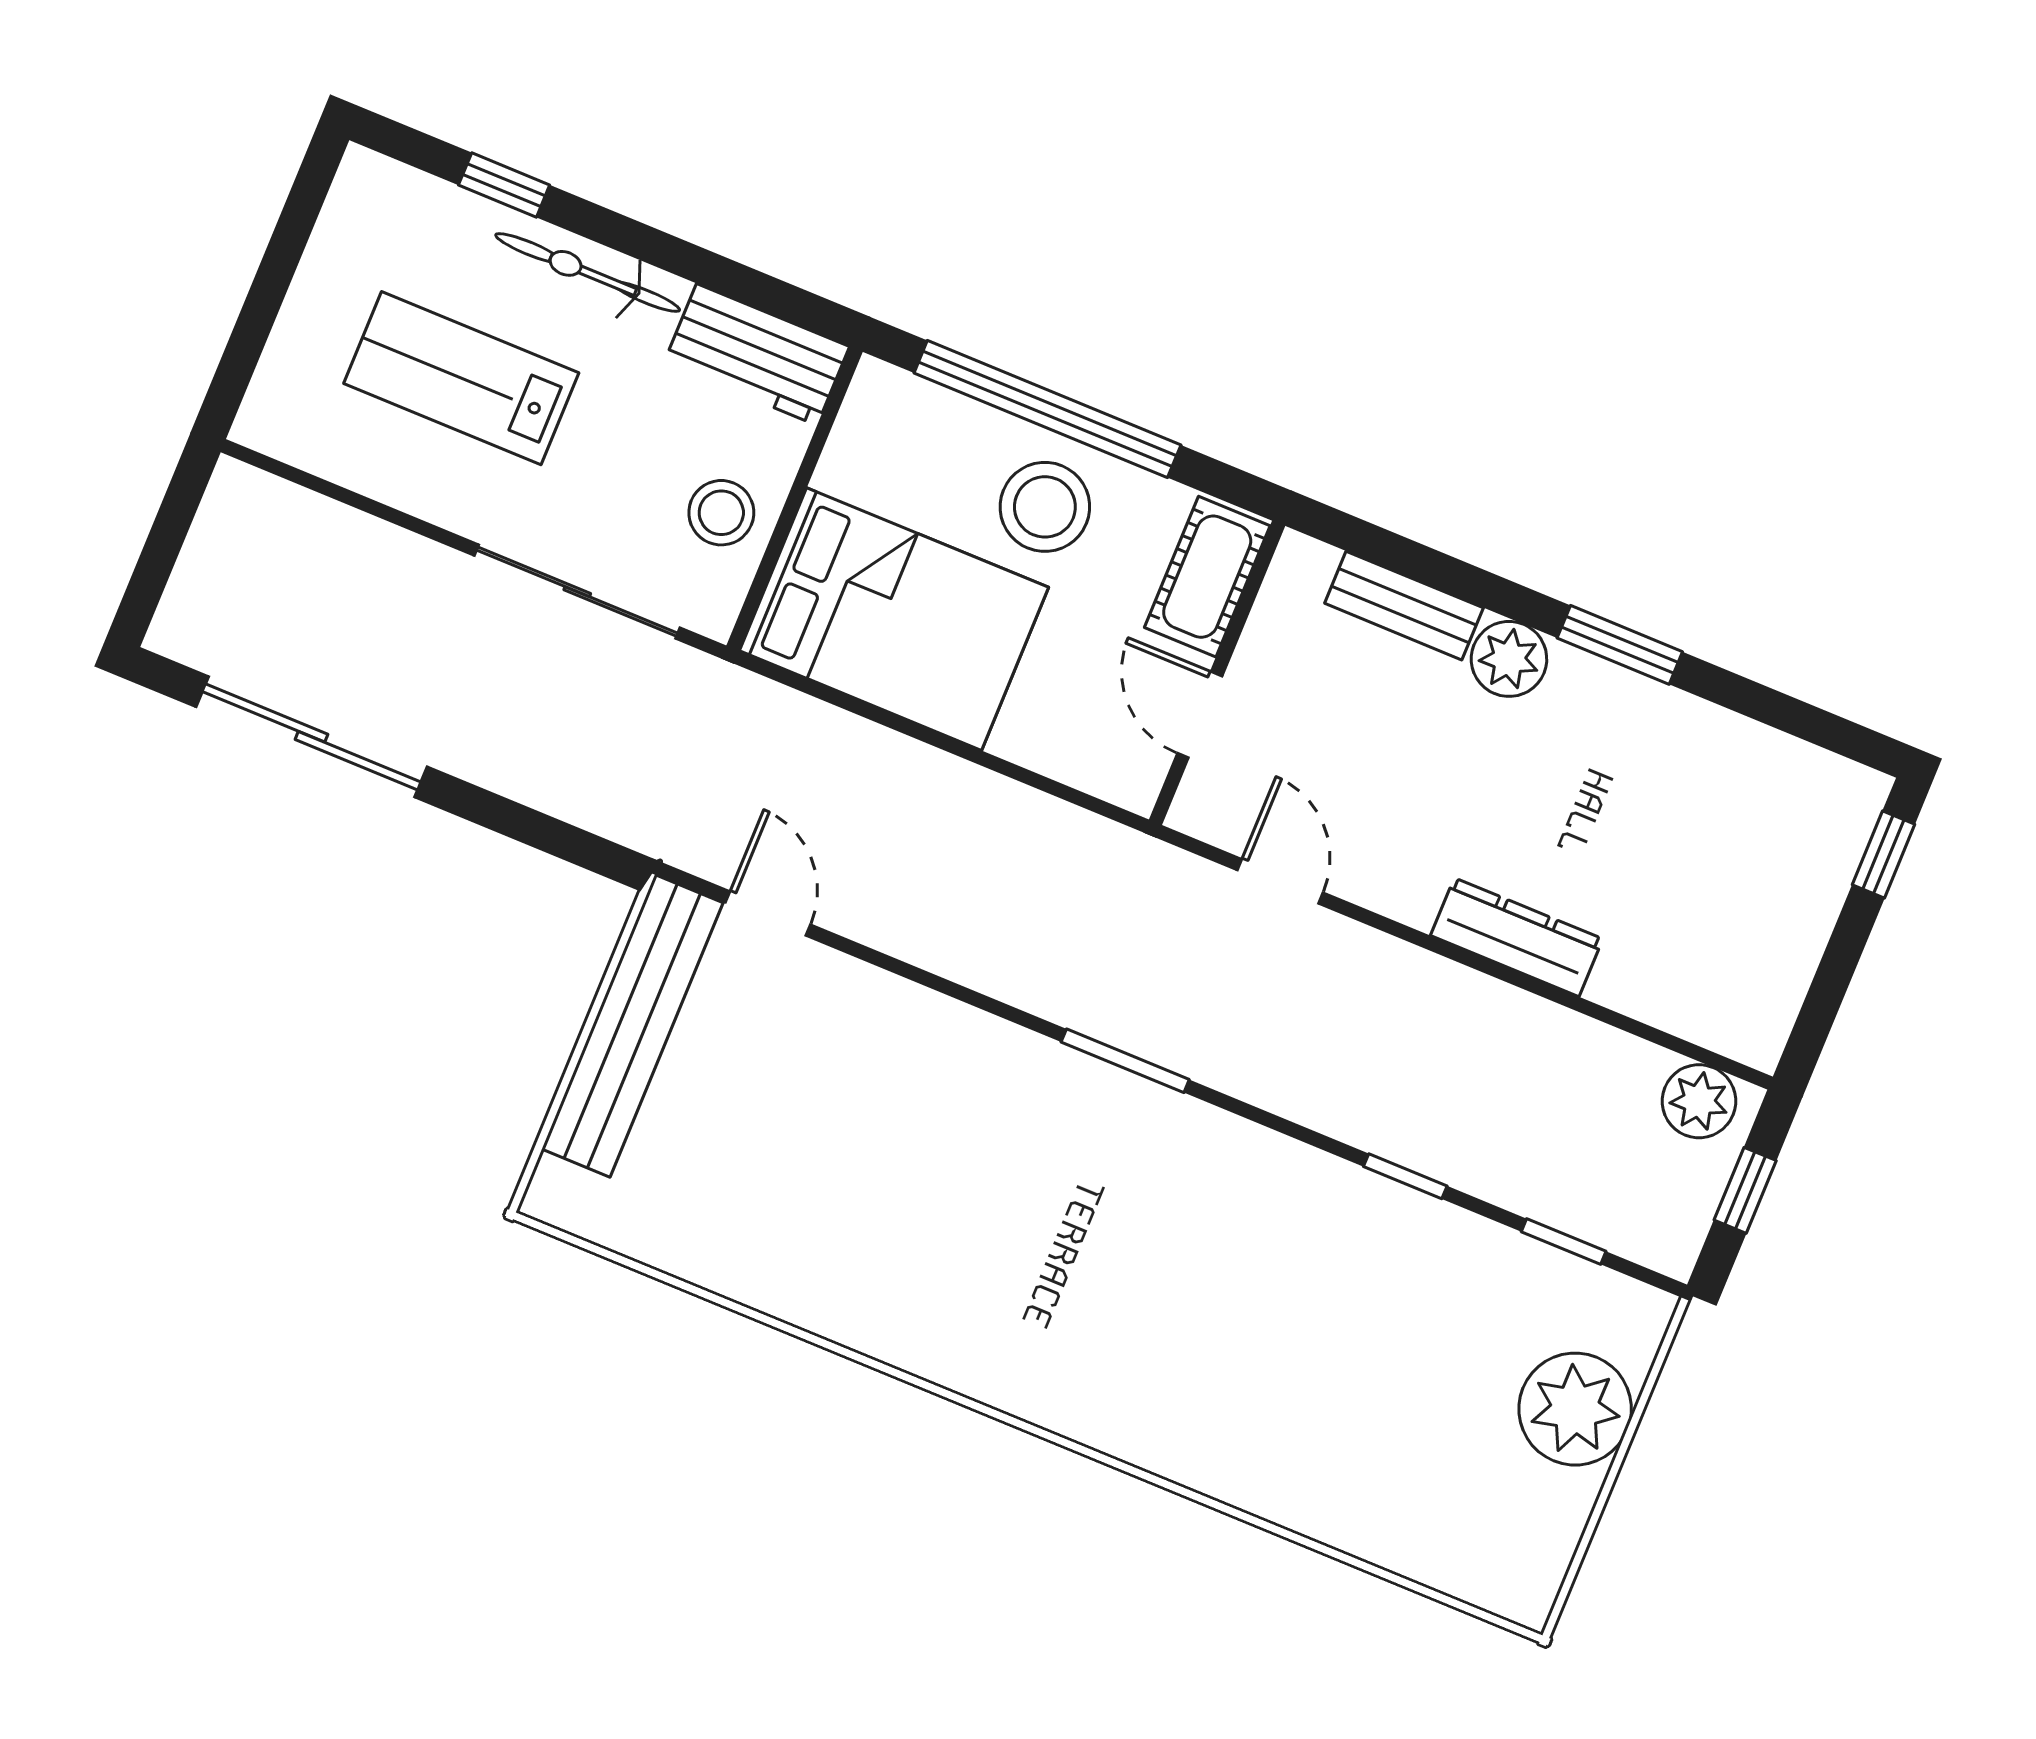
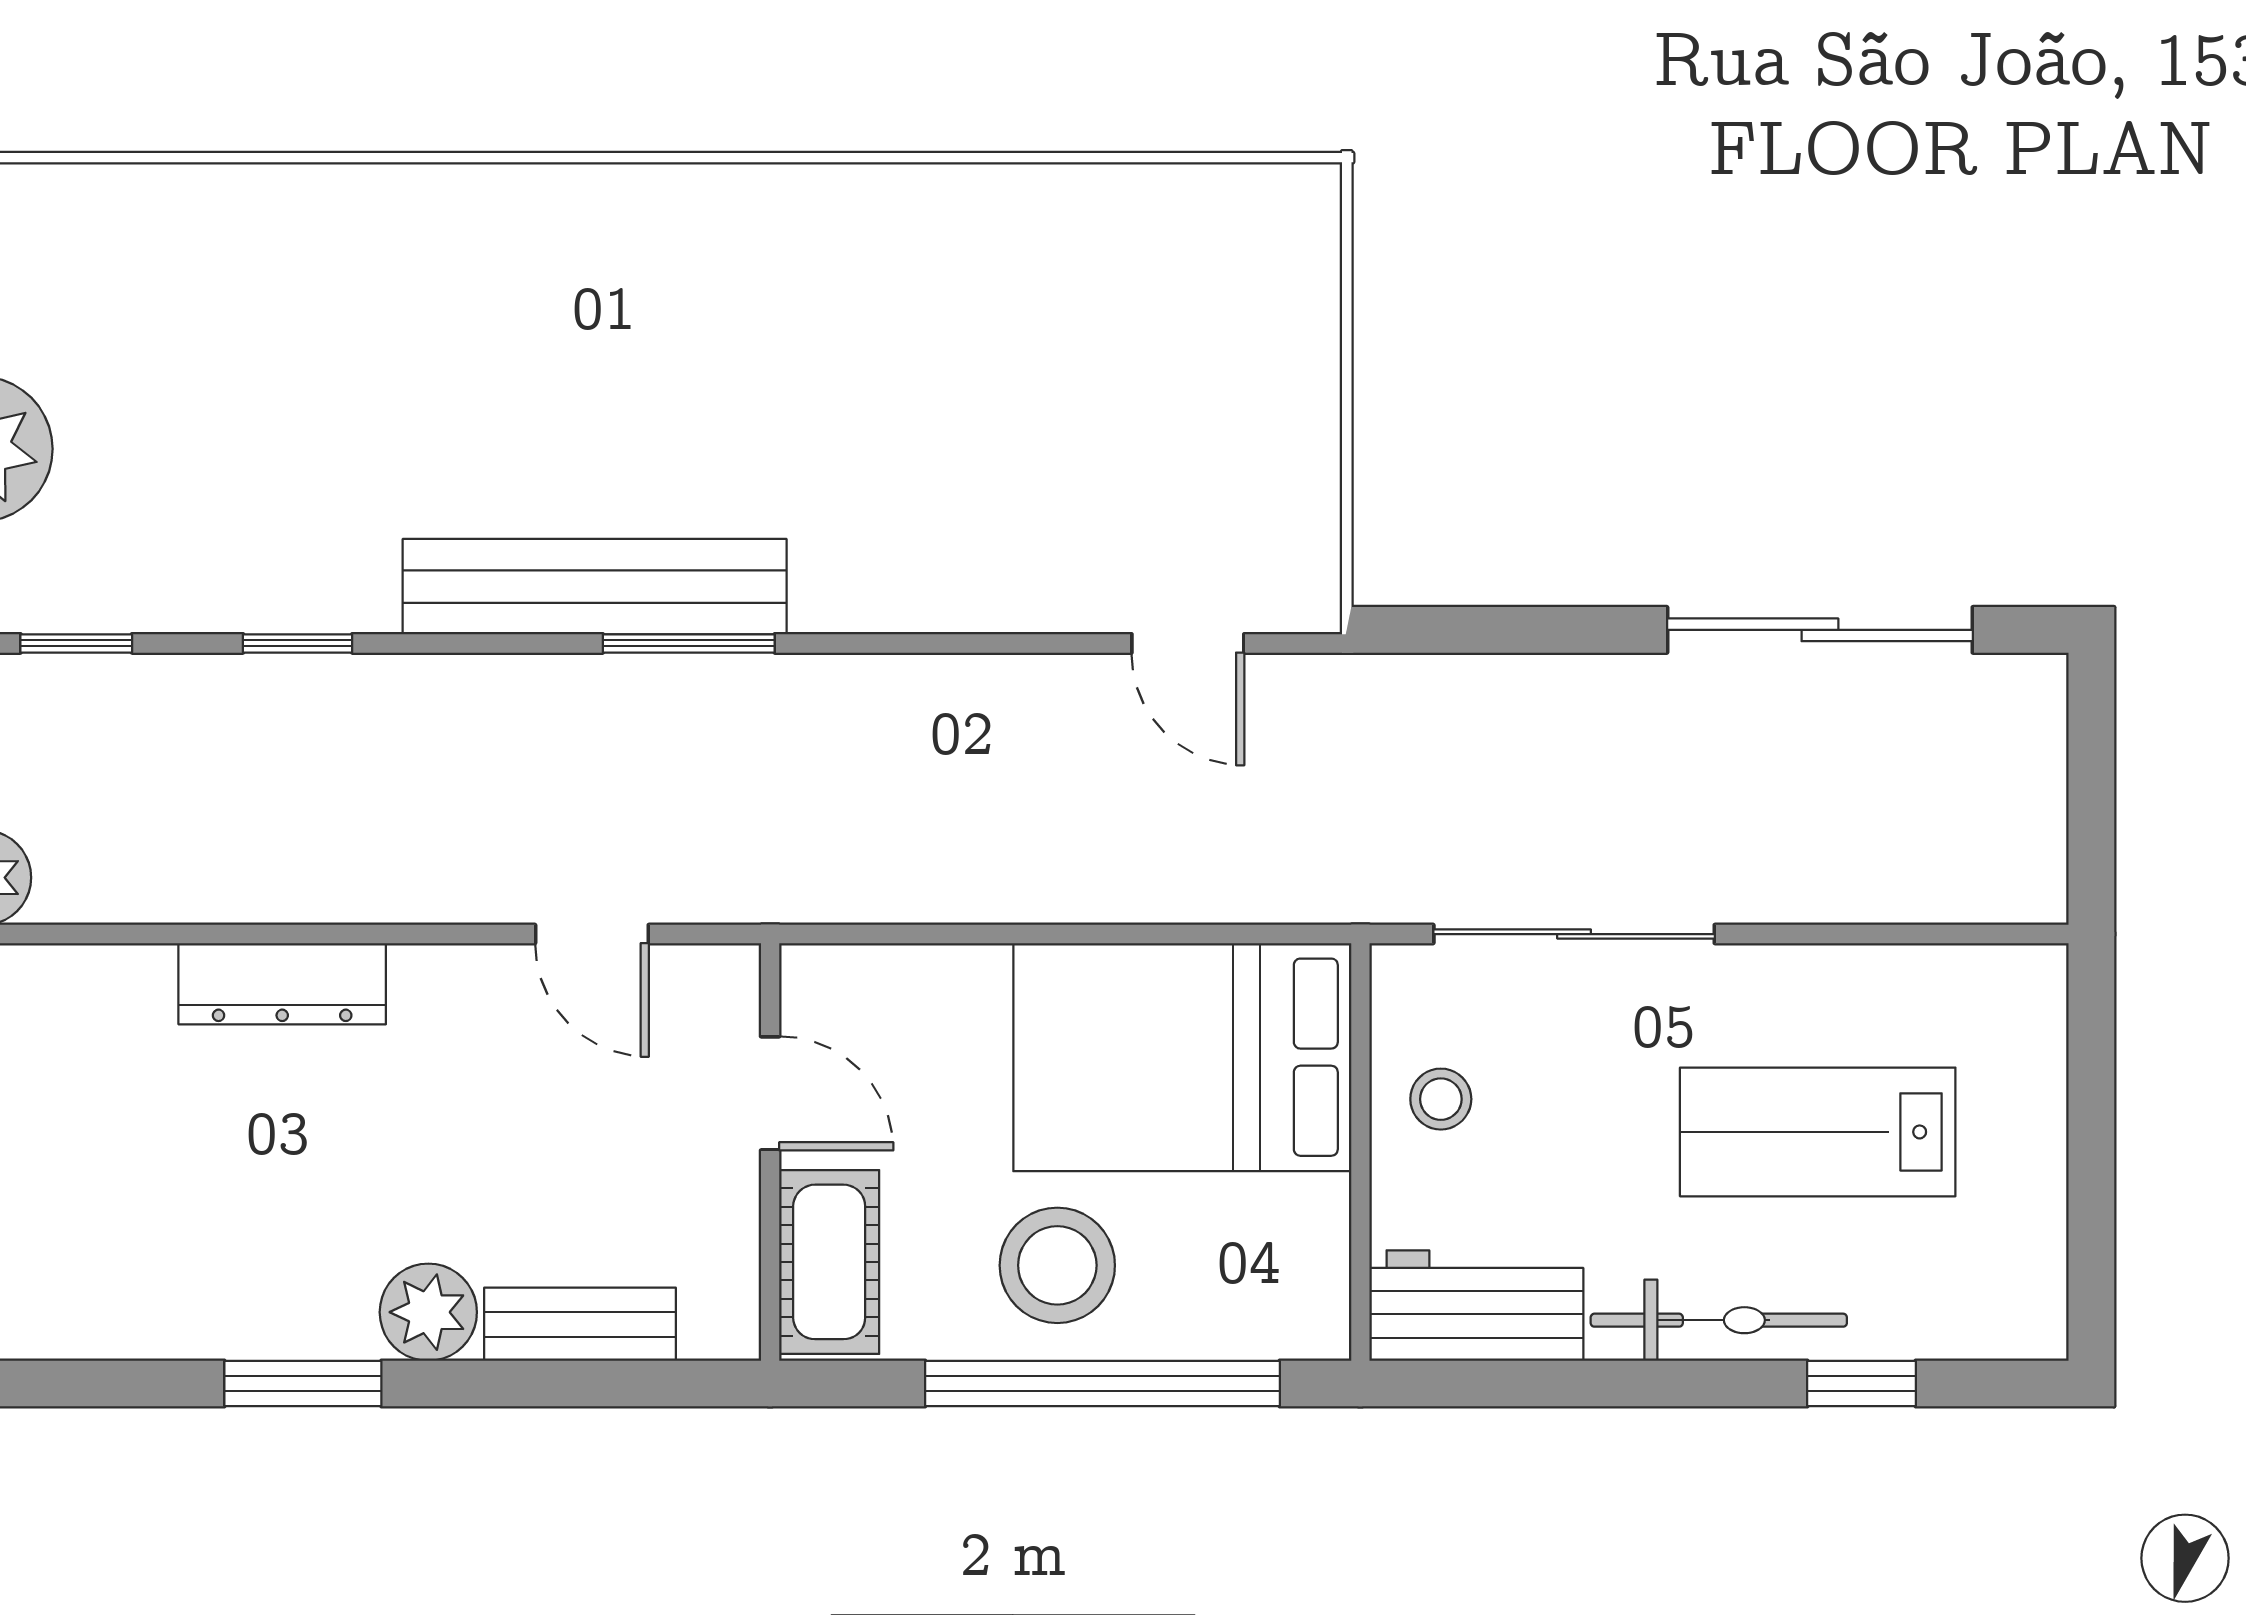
lab bench: (461, 378) -> (1818, 1132), turned 180
stool: (721, 513) -> (1441, 1099), width x0.73, depth x0.73
bench: (632, 1026) -> (595, 587), moved, turned 90

